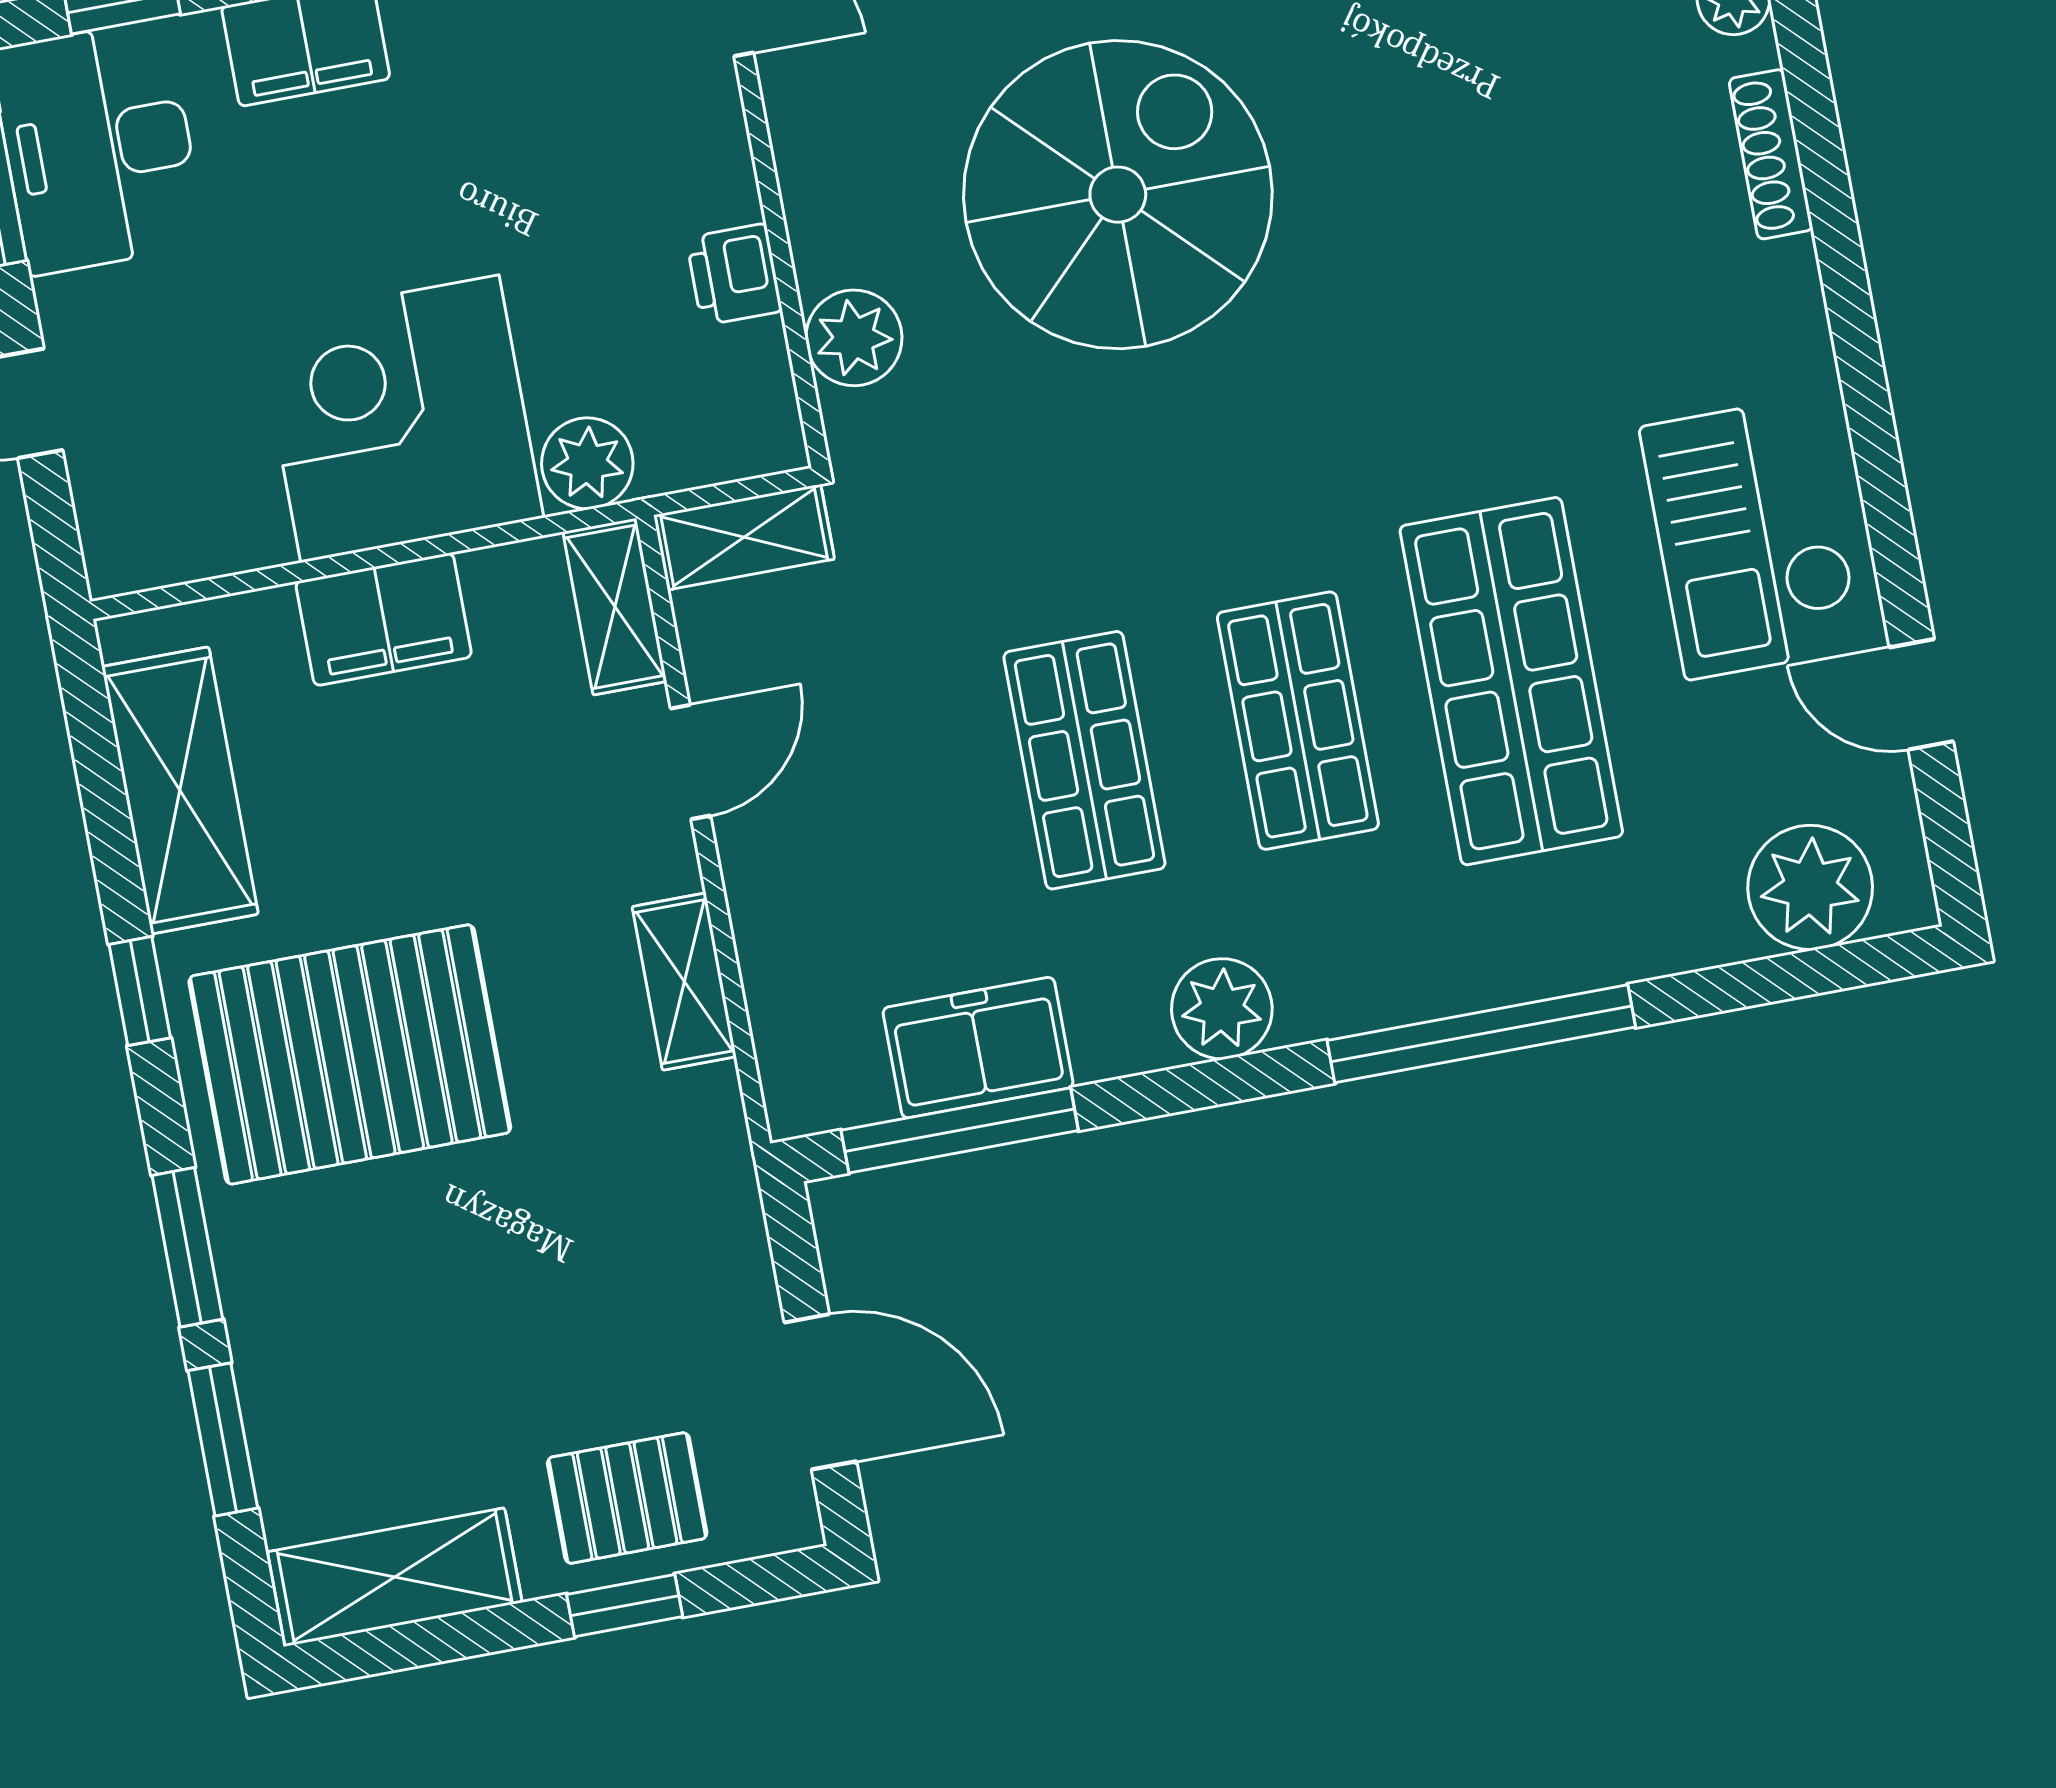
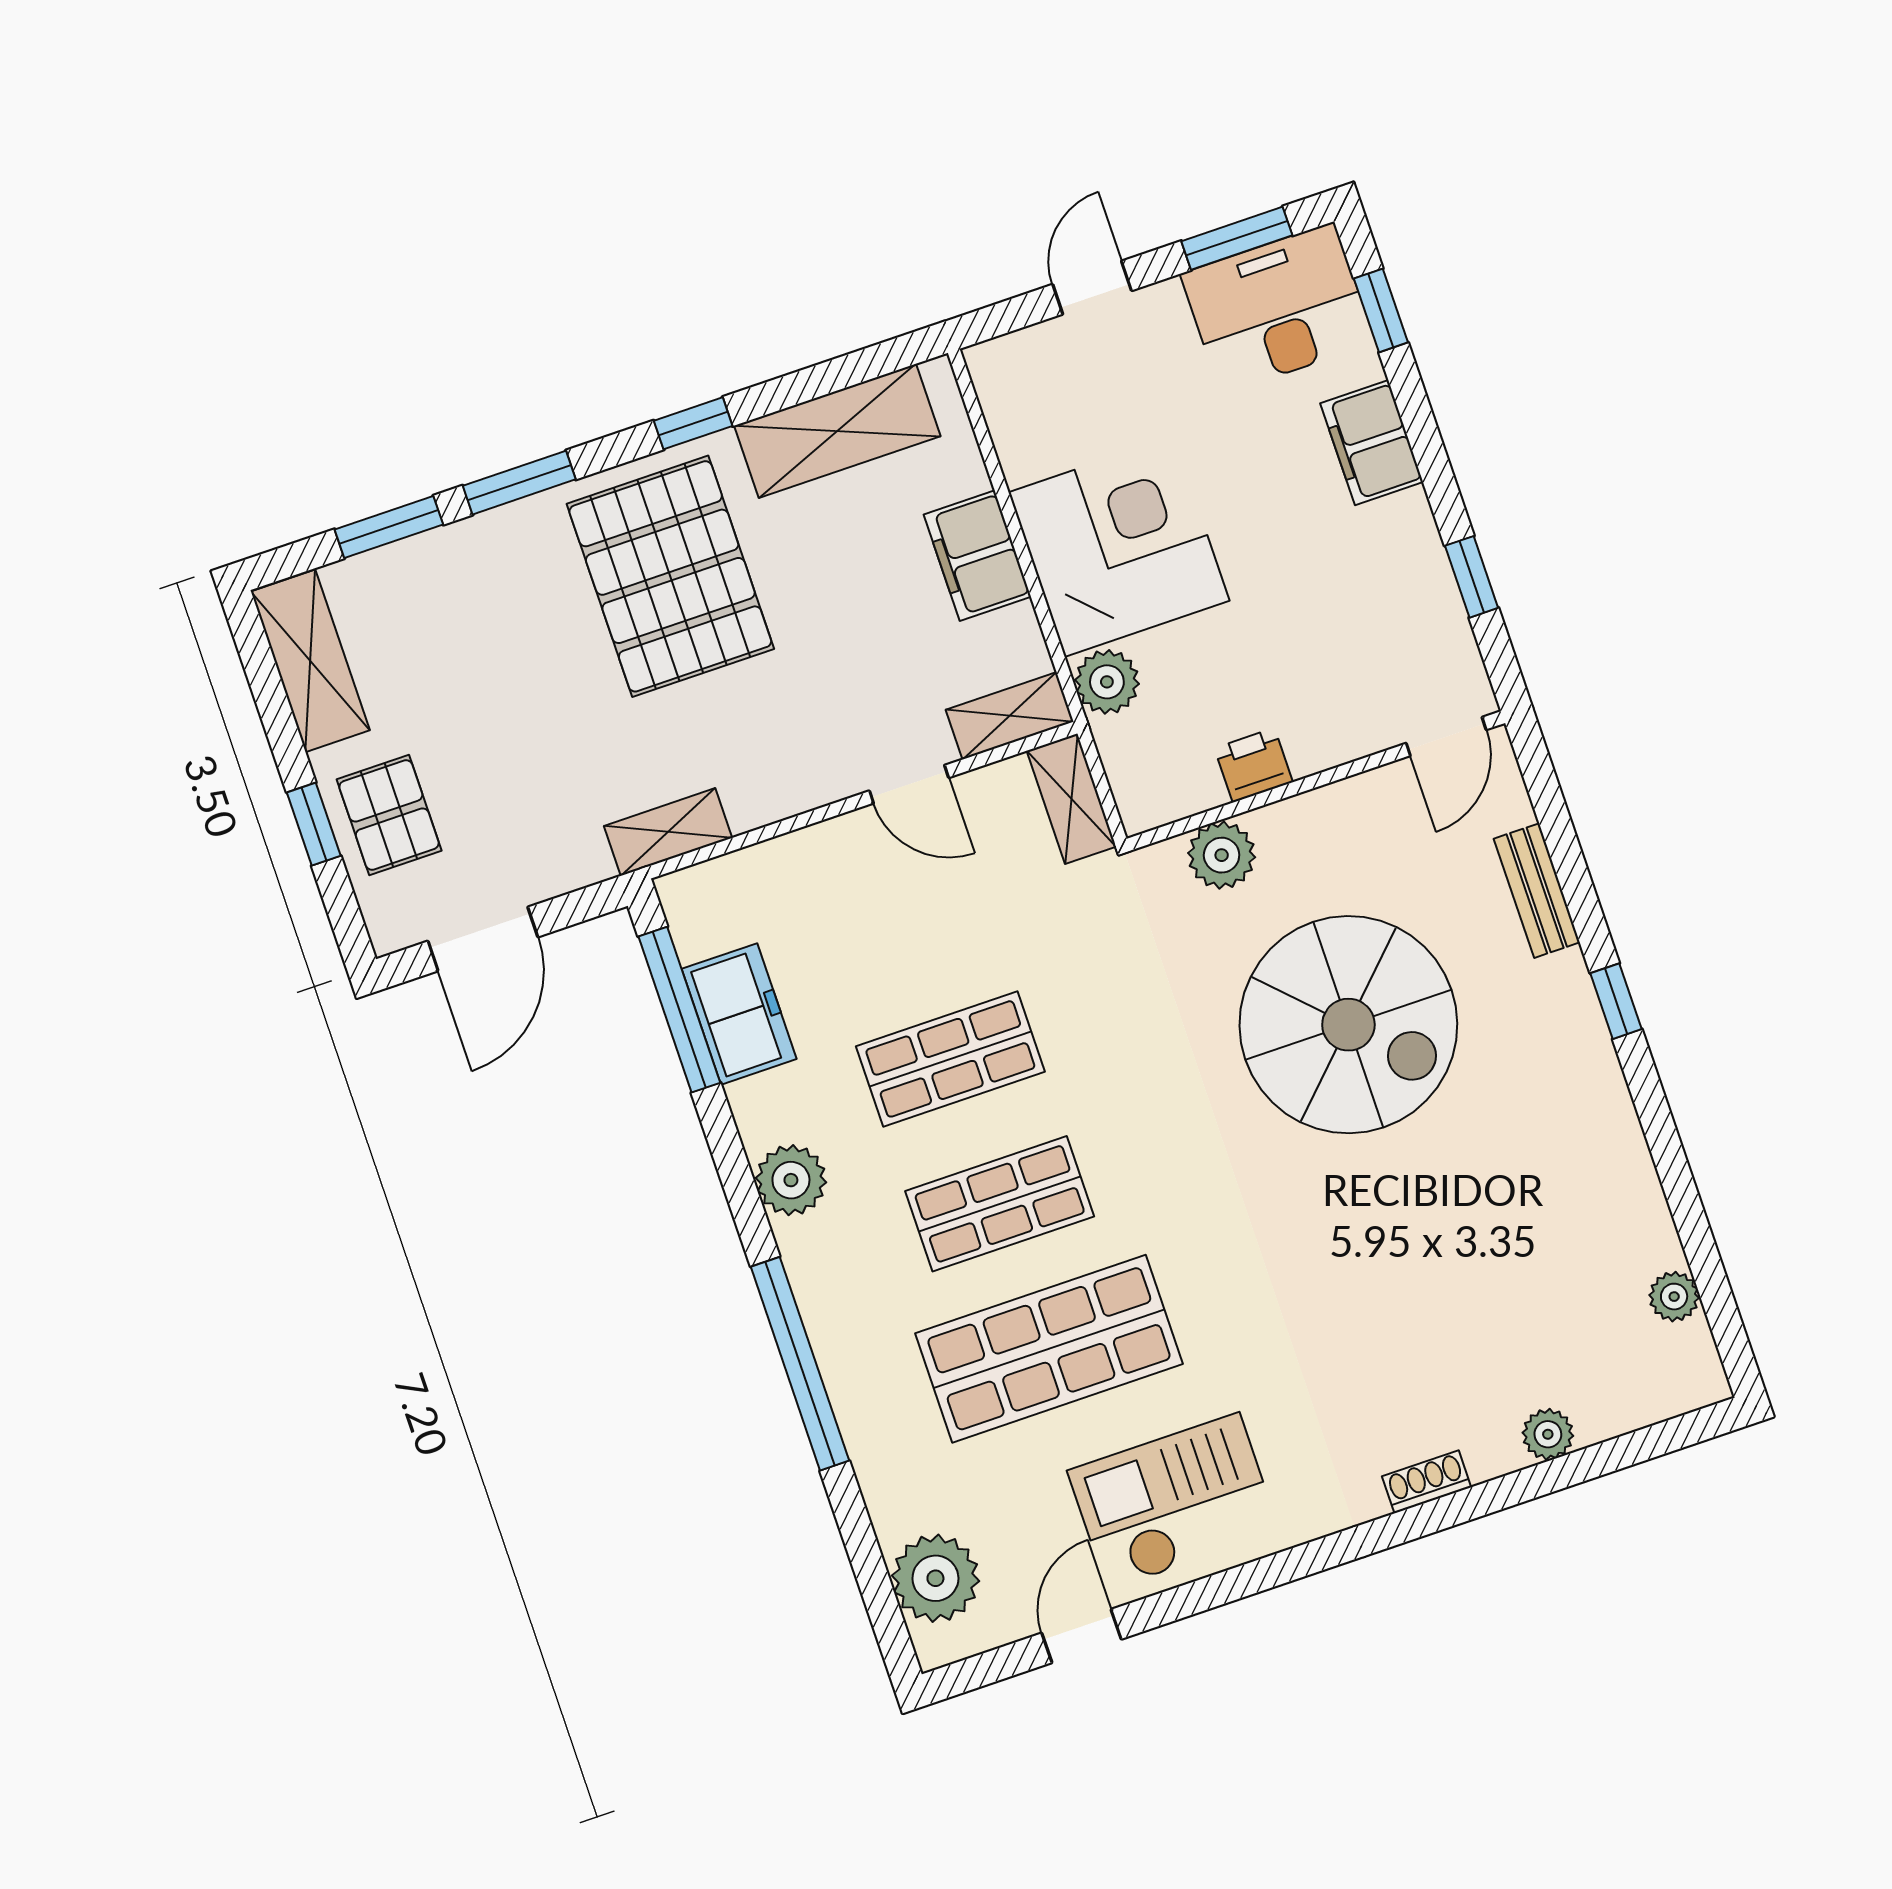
shoe rack: (1771, 154) -> (1427, 1482), width x0.70
shelving: (684, 982) -> (668, 832), moved

